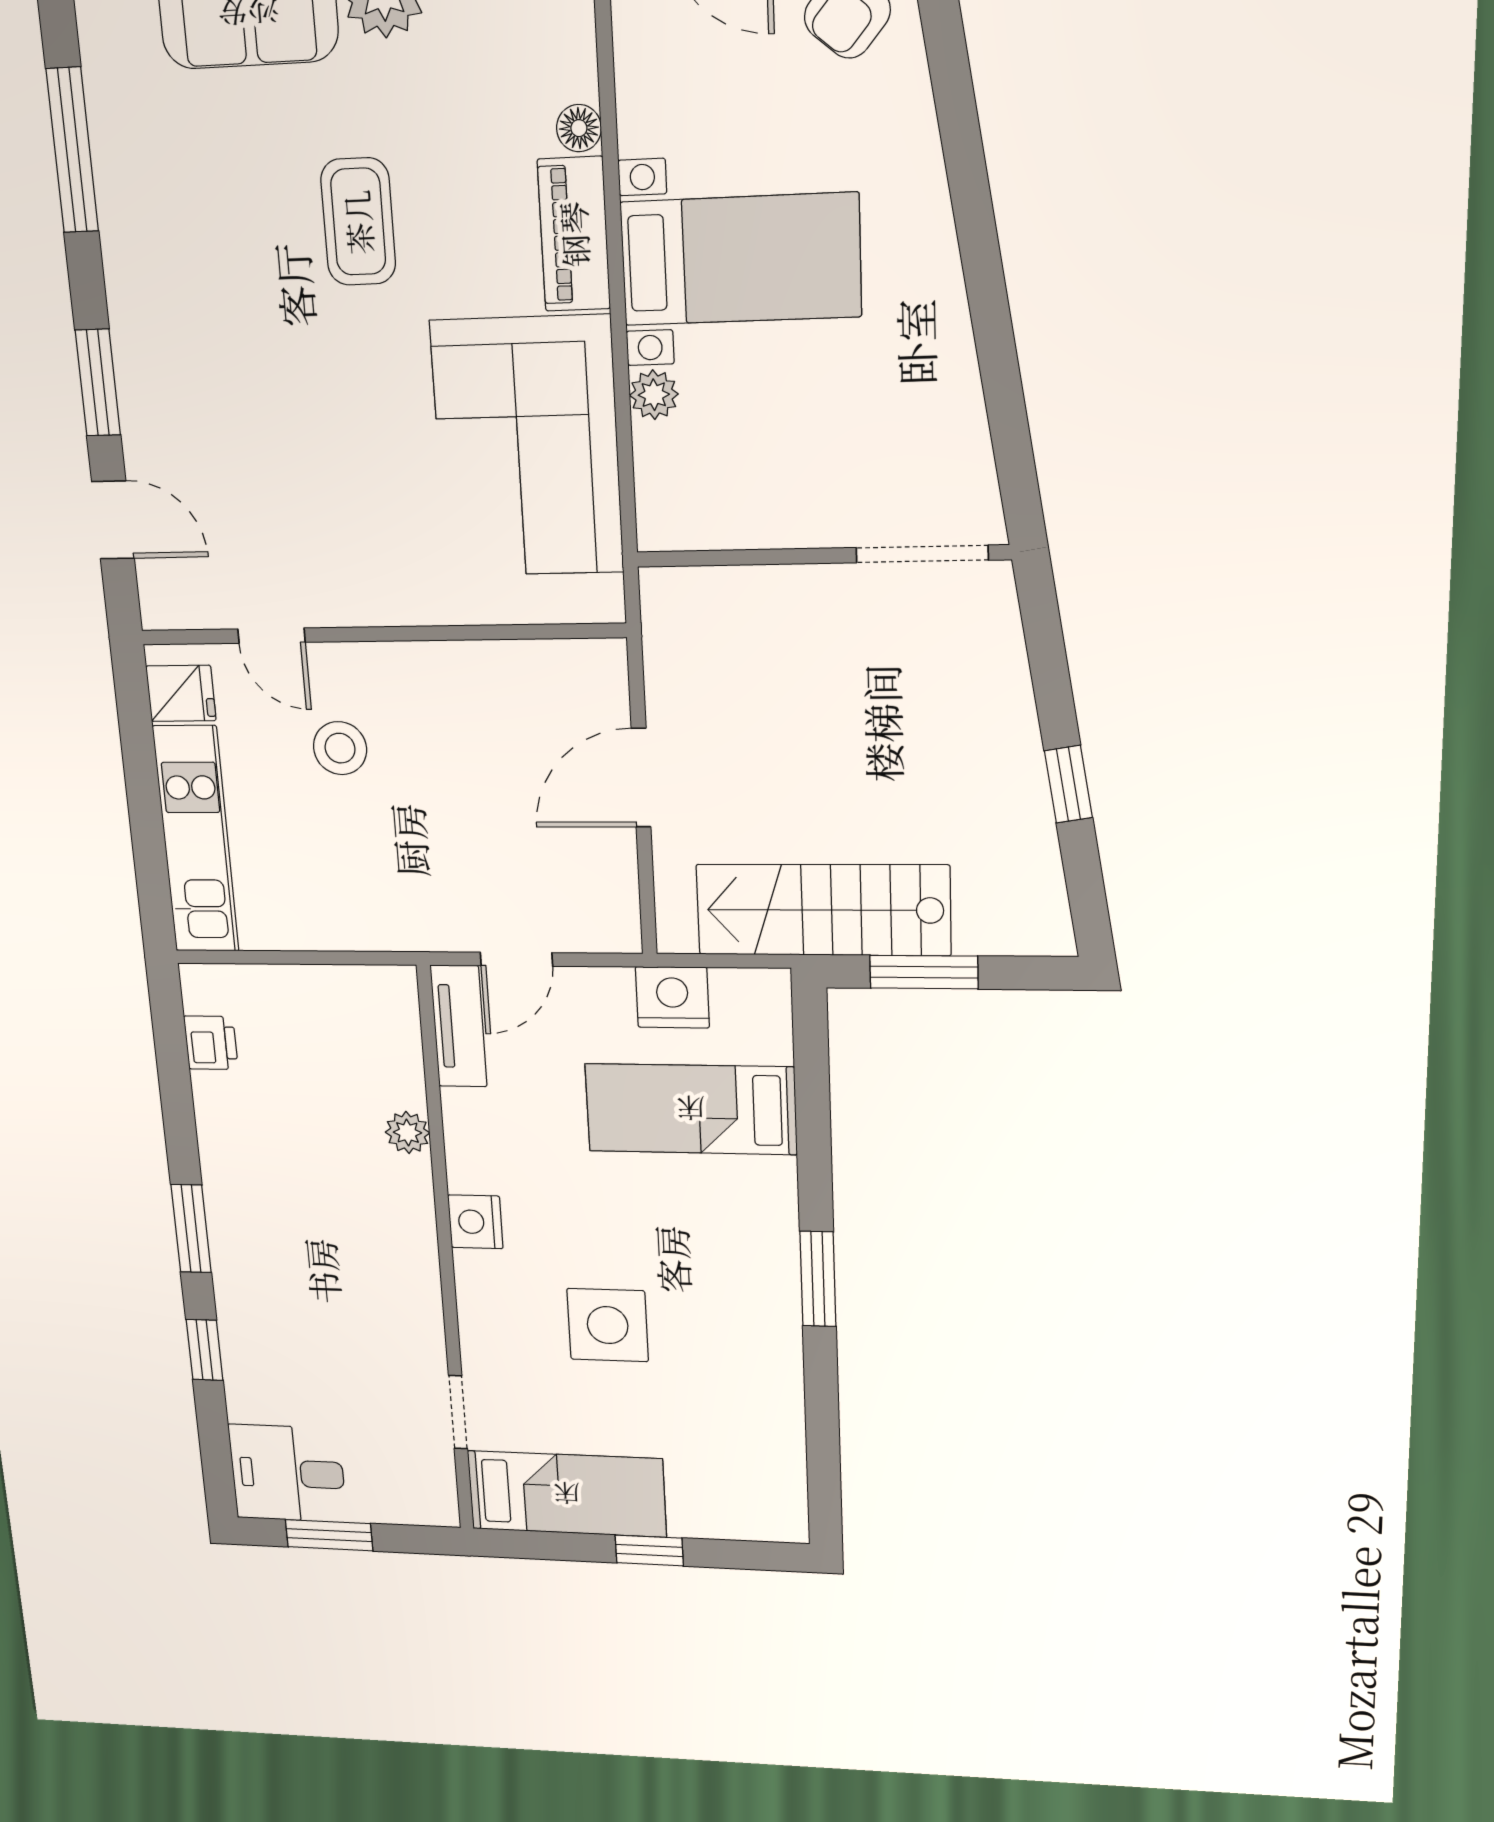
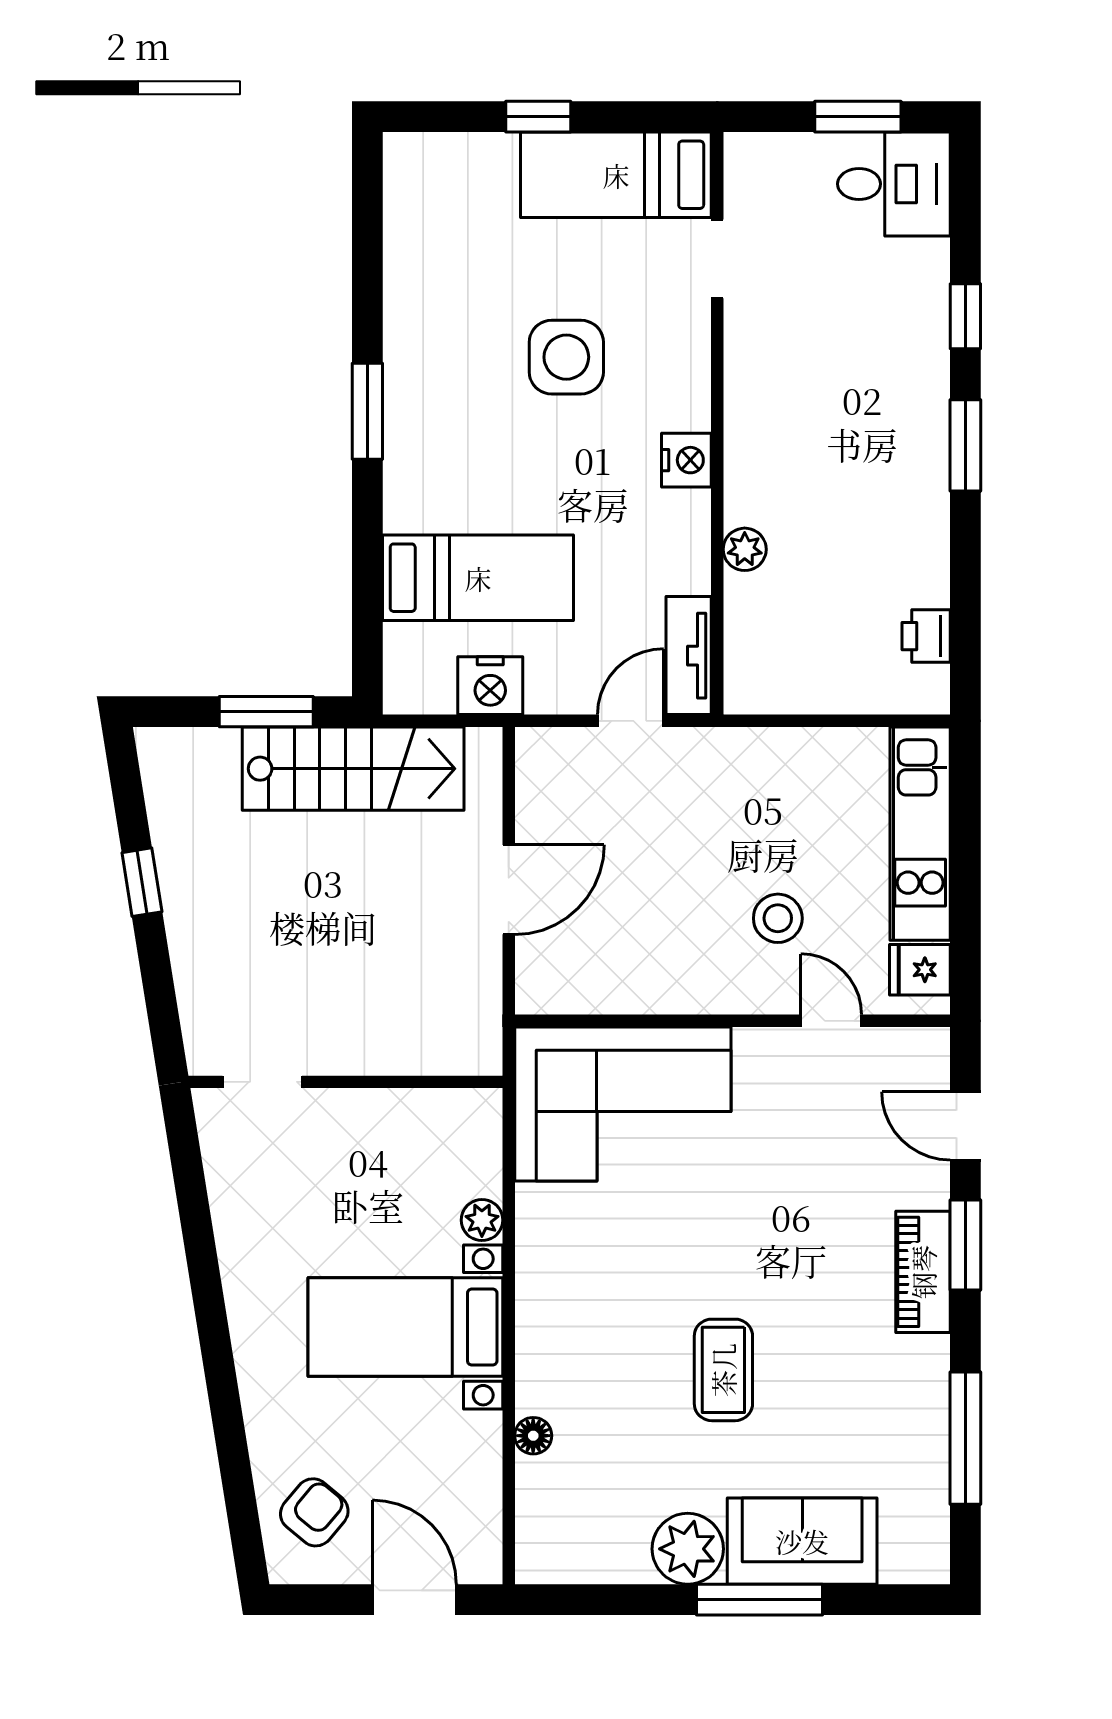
piano: (574, 234) -> (923, 1272), moved, turned 180
corner sofa: (527, 447) -> (623, 1104), moved, turned 90
doorway: (922, 554) -> (262, 1082), width x0.73

